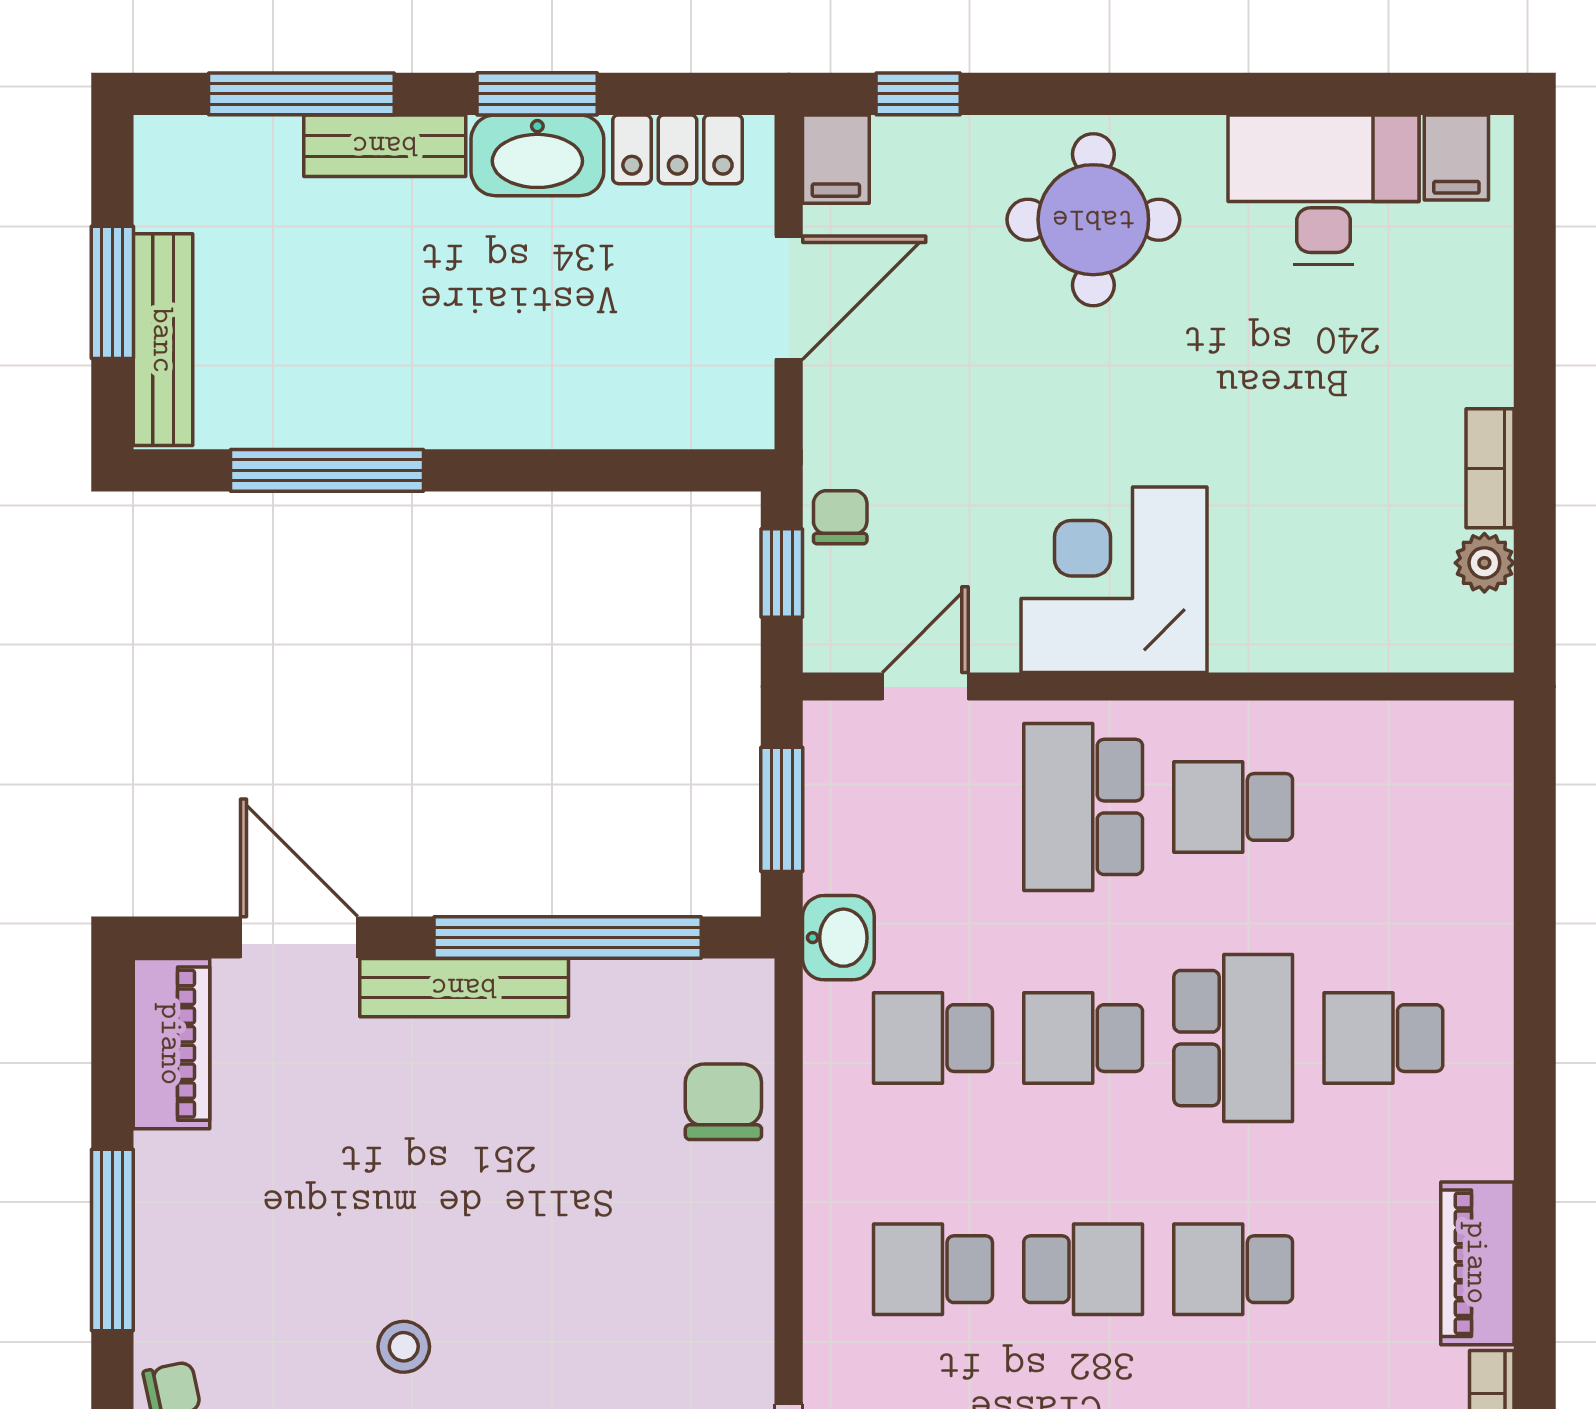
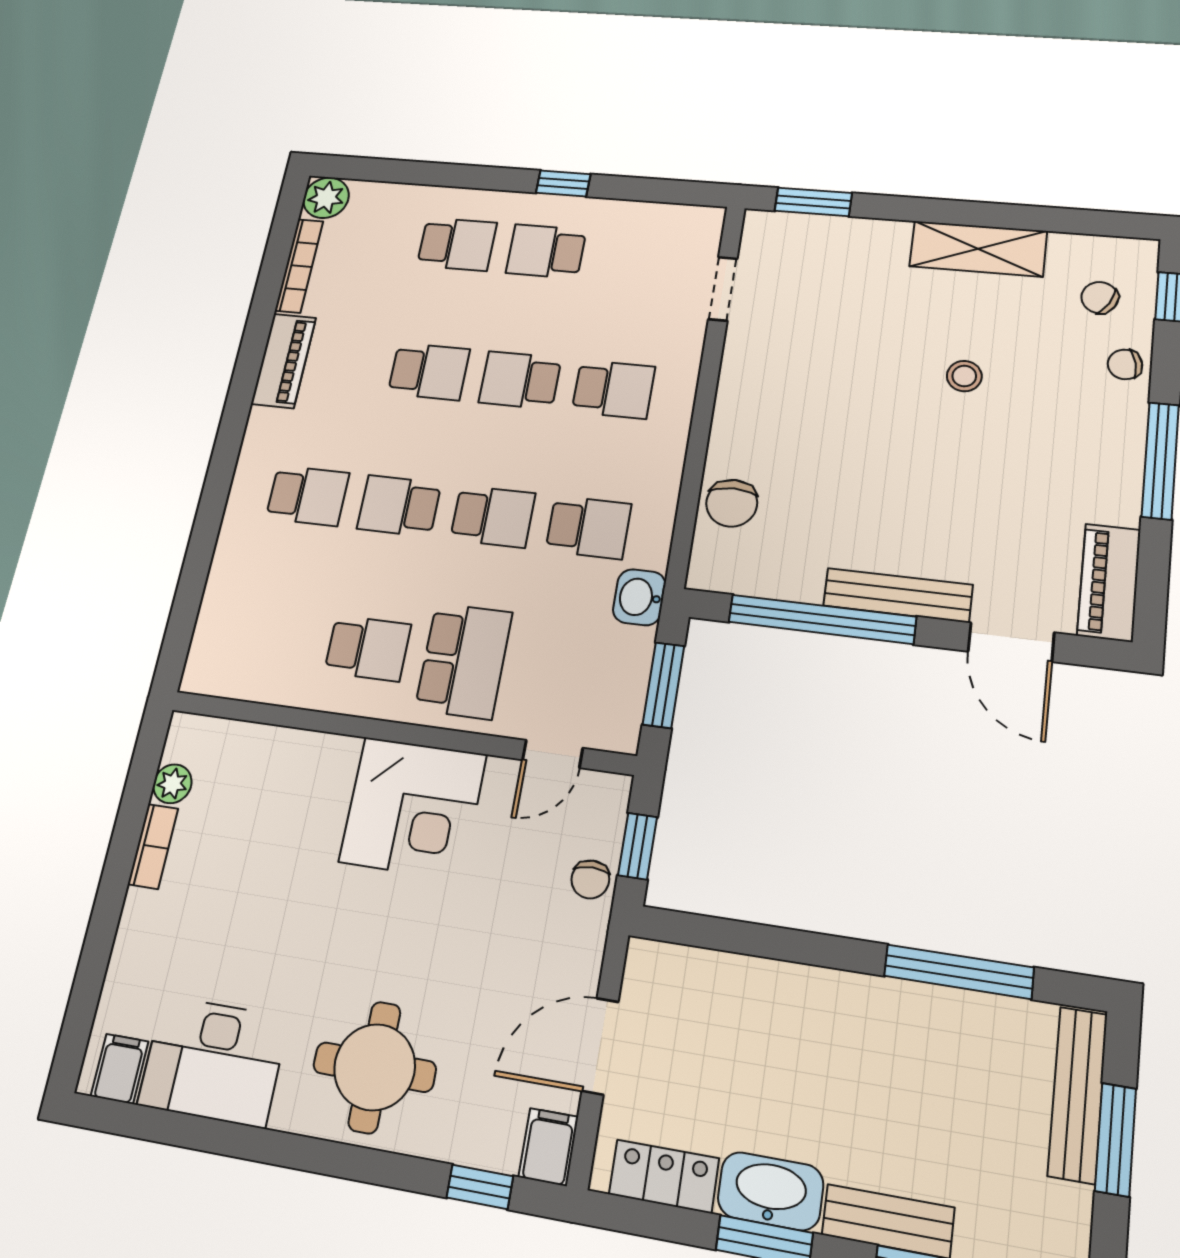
school desk: (1233, 1038) -> (399, 506), width x0.54

